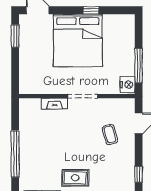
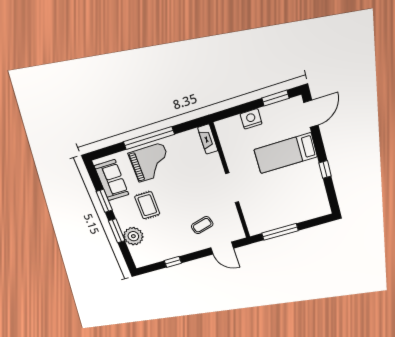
bed: (78, 40) -> (286, 153), width x0.49
nightstand: (128, 85) -> (251, 119), moved, turned 180
fireplace: (54, 104) -> (208, 139), moved
grand piano: (37, 160) -> (151, 163), added

